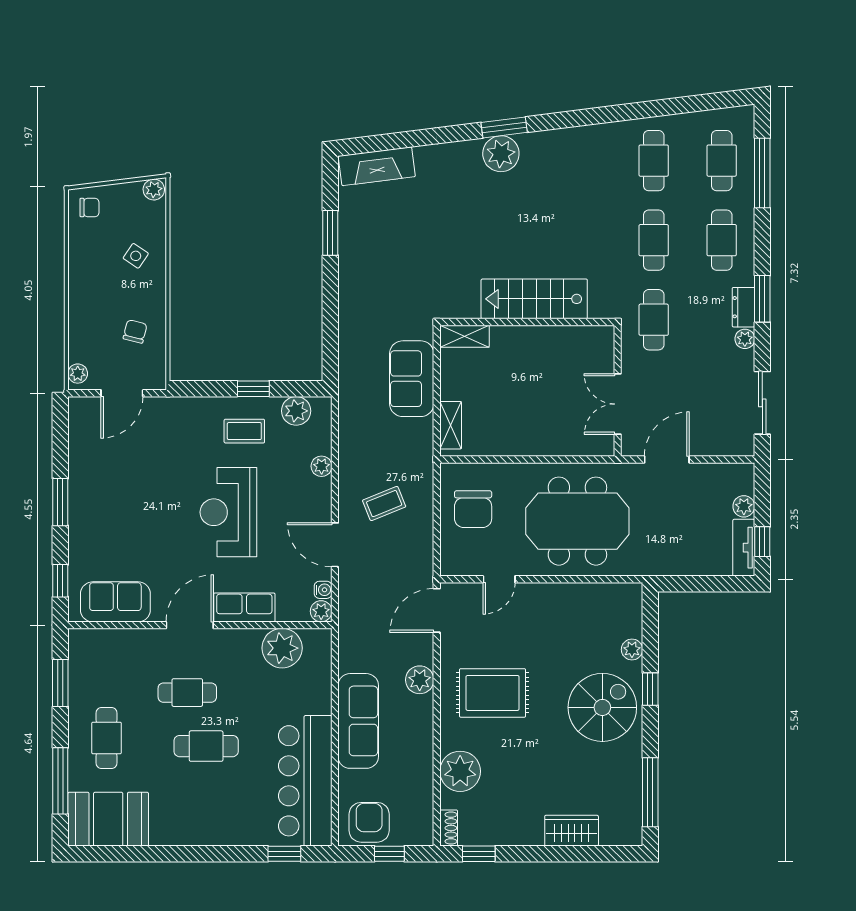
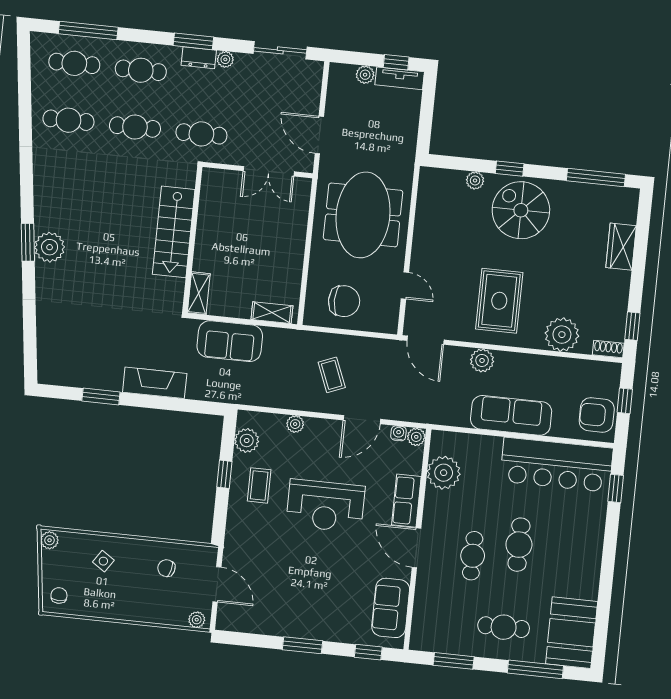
fireplace: (377, 166) -> (155, 383), moved, turned -83

